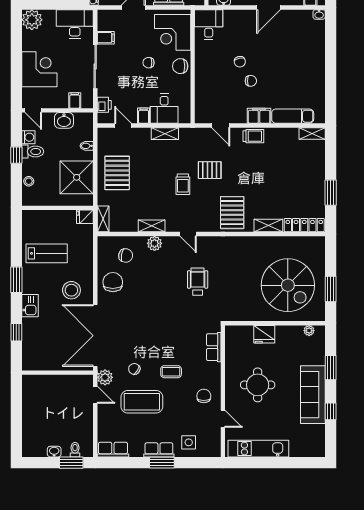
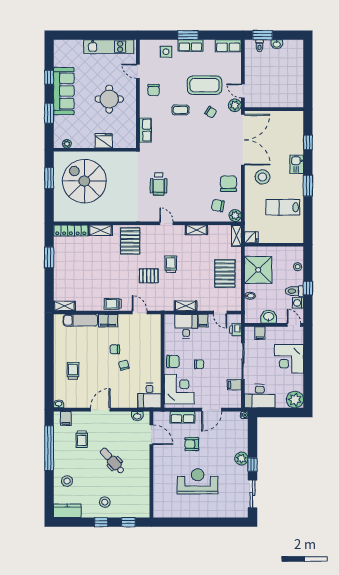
trolley: (302, 55) -> (73, 371), added
plant: (155, 243) -> (235, 216), moved
chair: (113, 282) -> (228, 184), turned 180

